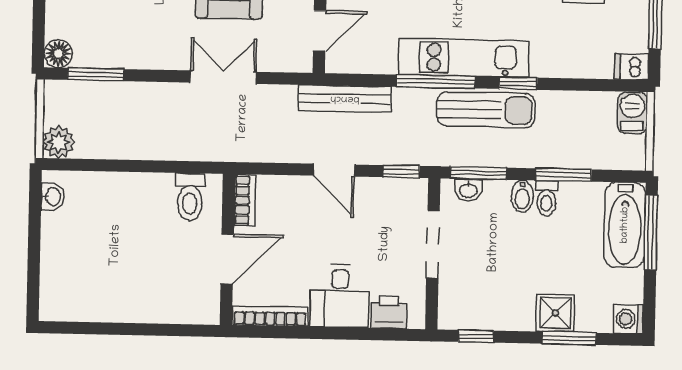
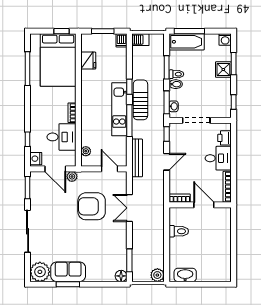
washbasin: (53, 197) -> (185, 275), width x1.91, depth x1.45
toilet: (190, 197) -> (179, 231), moved

